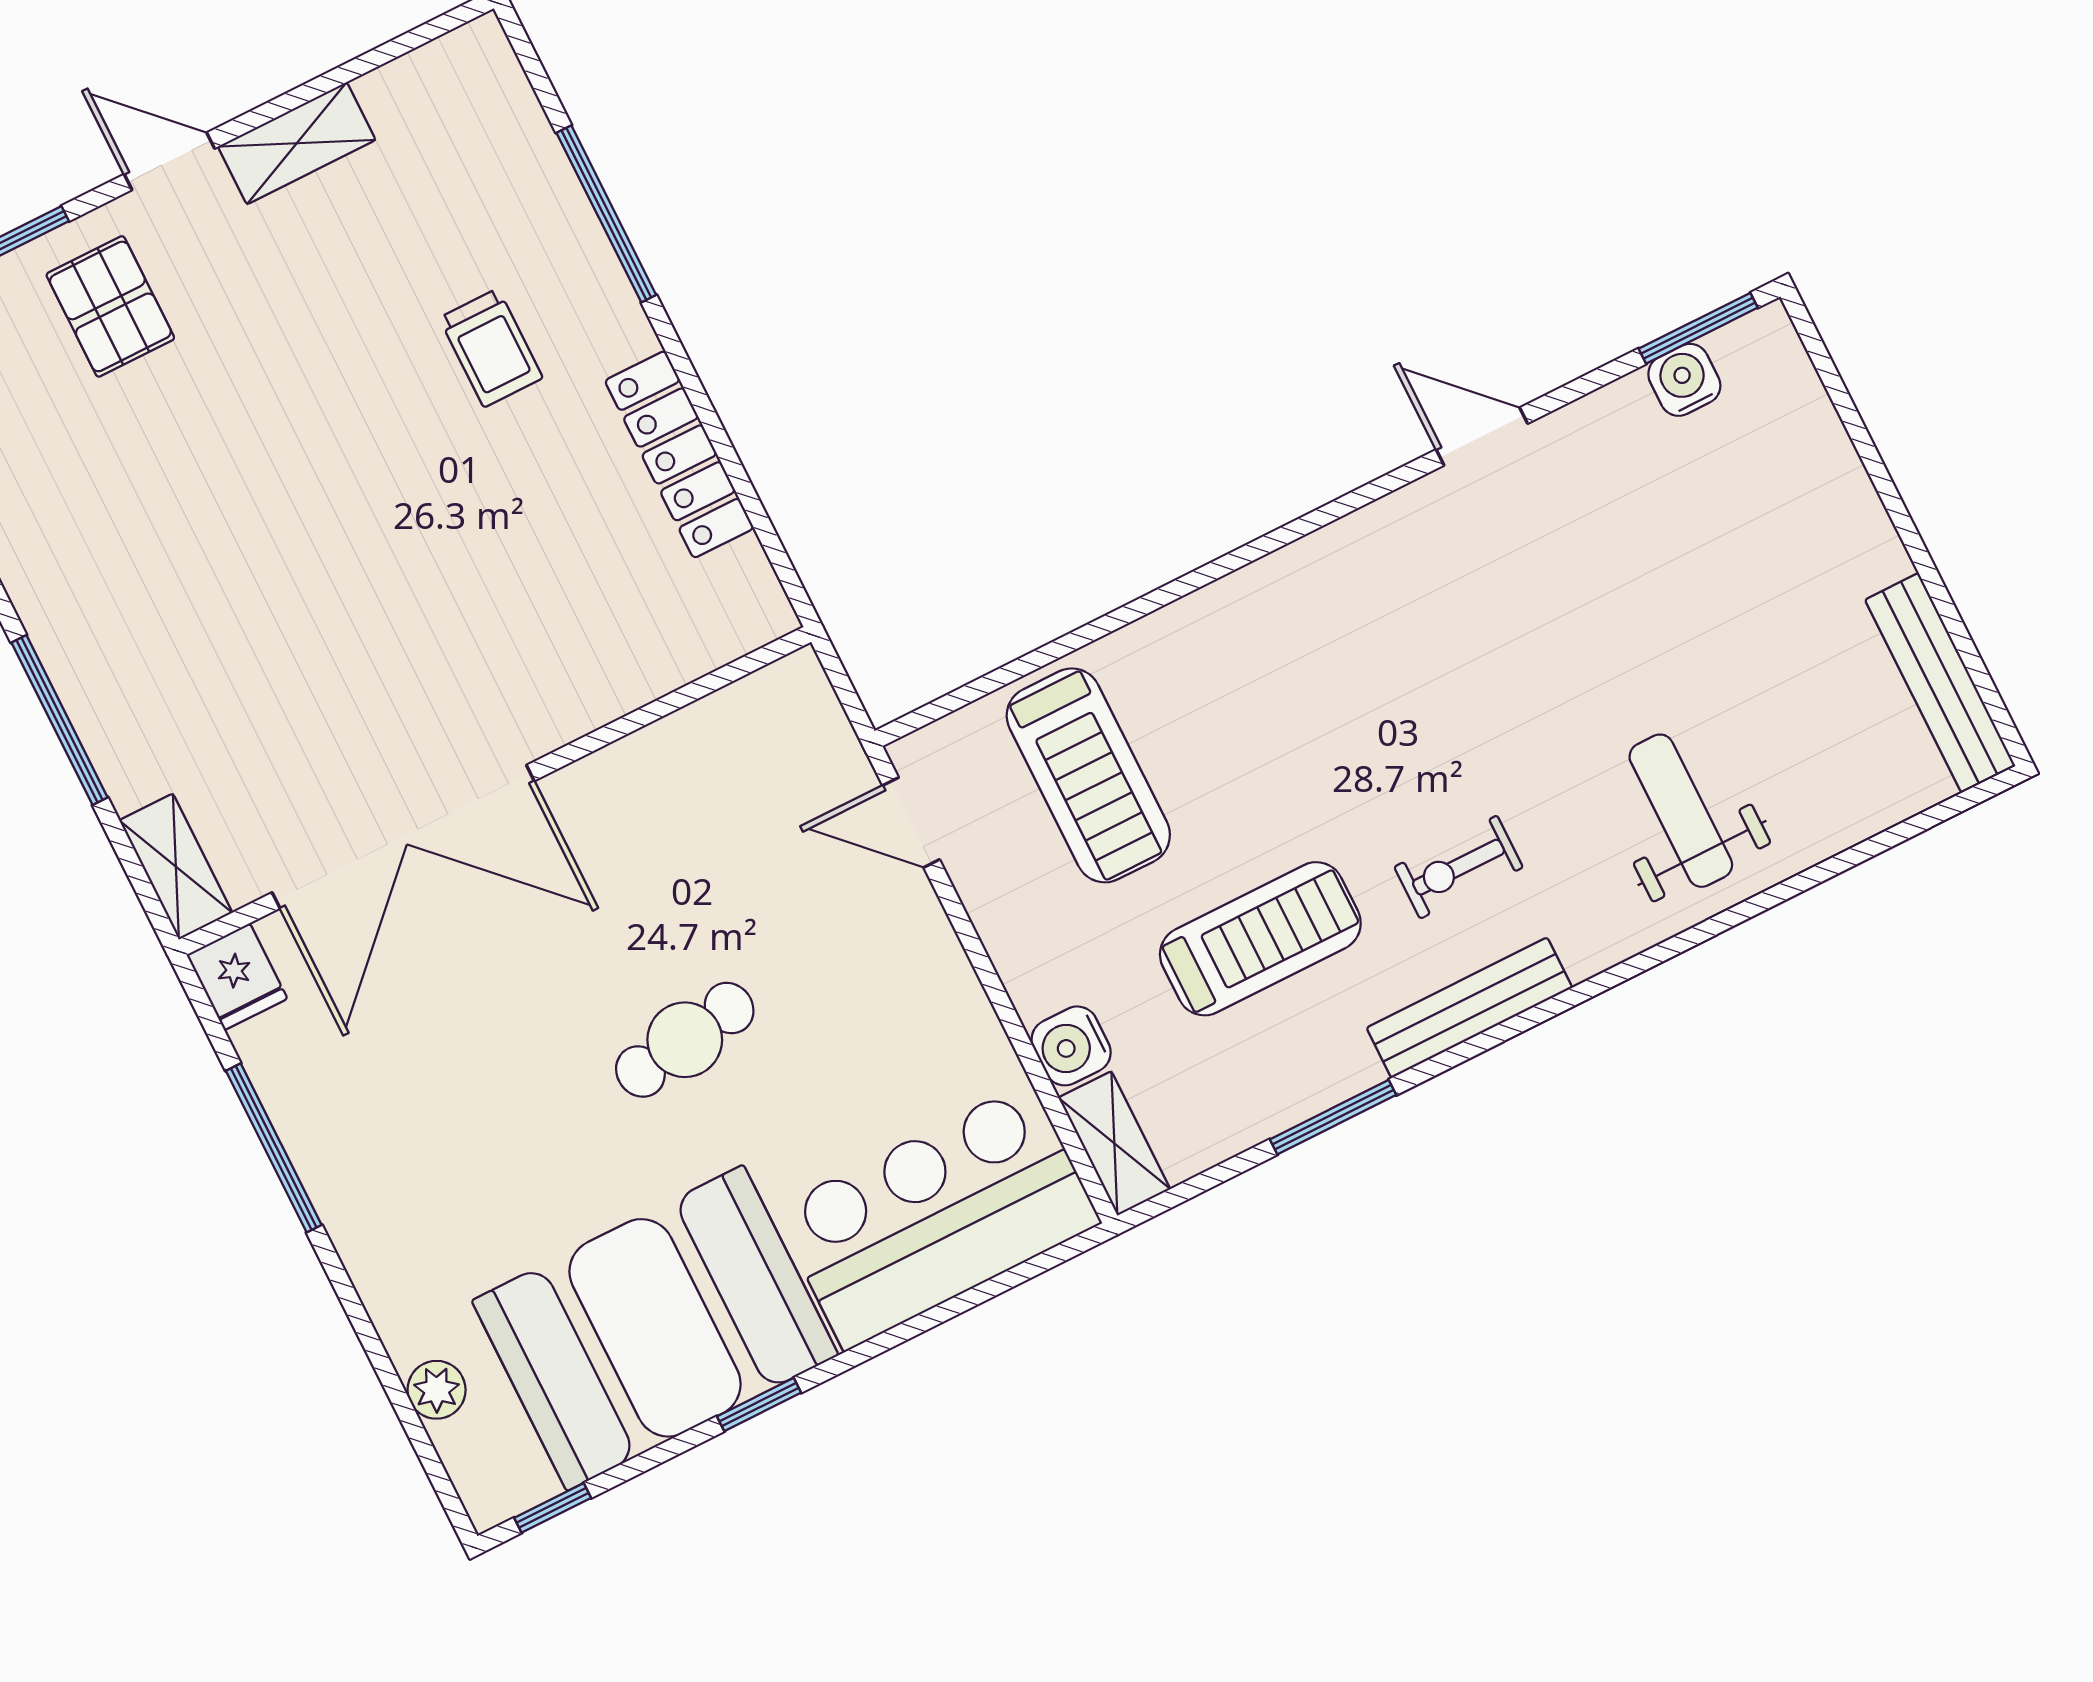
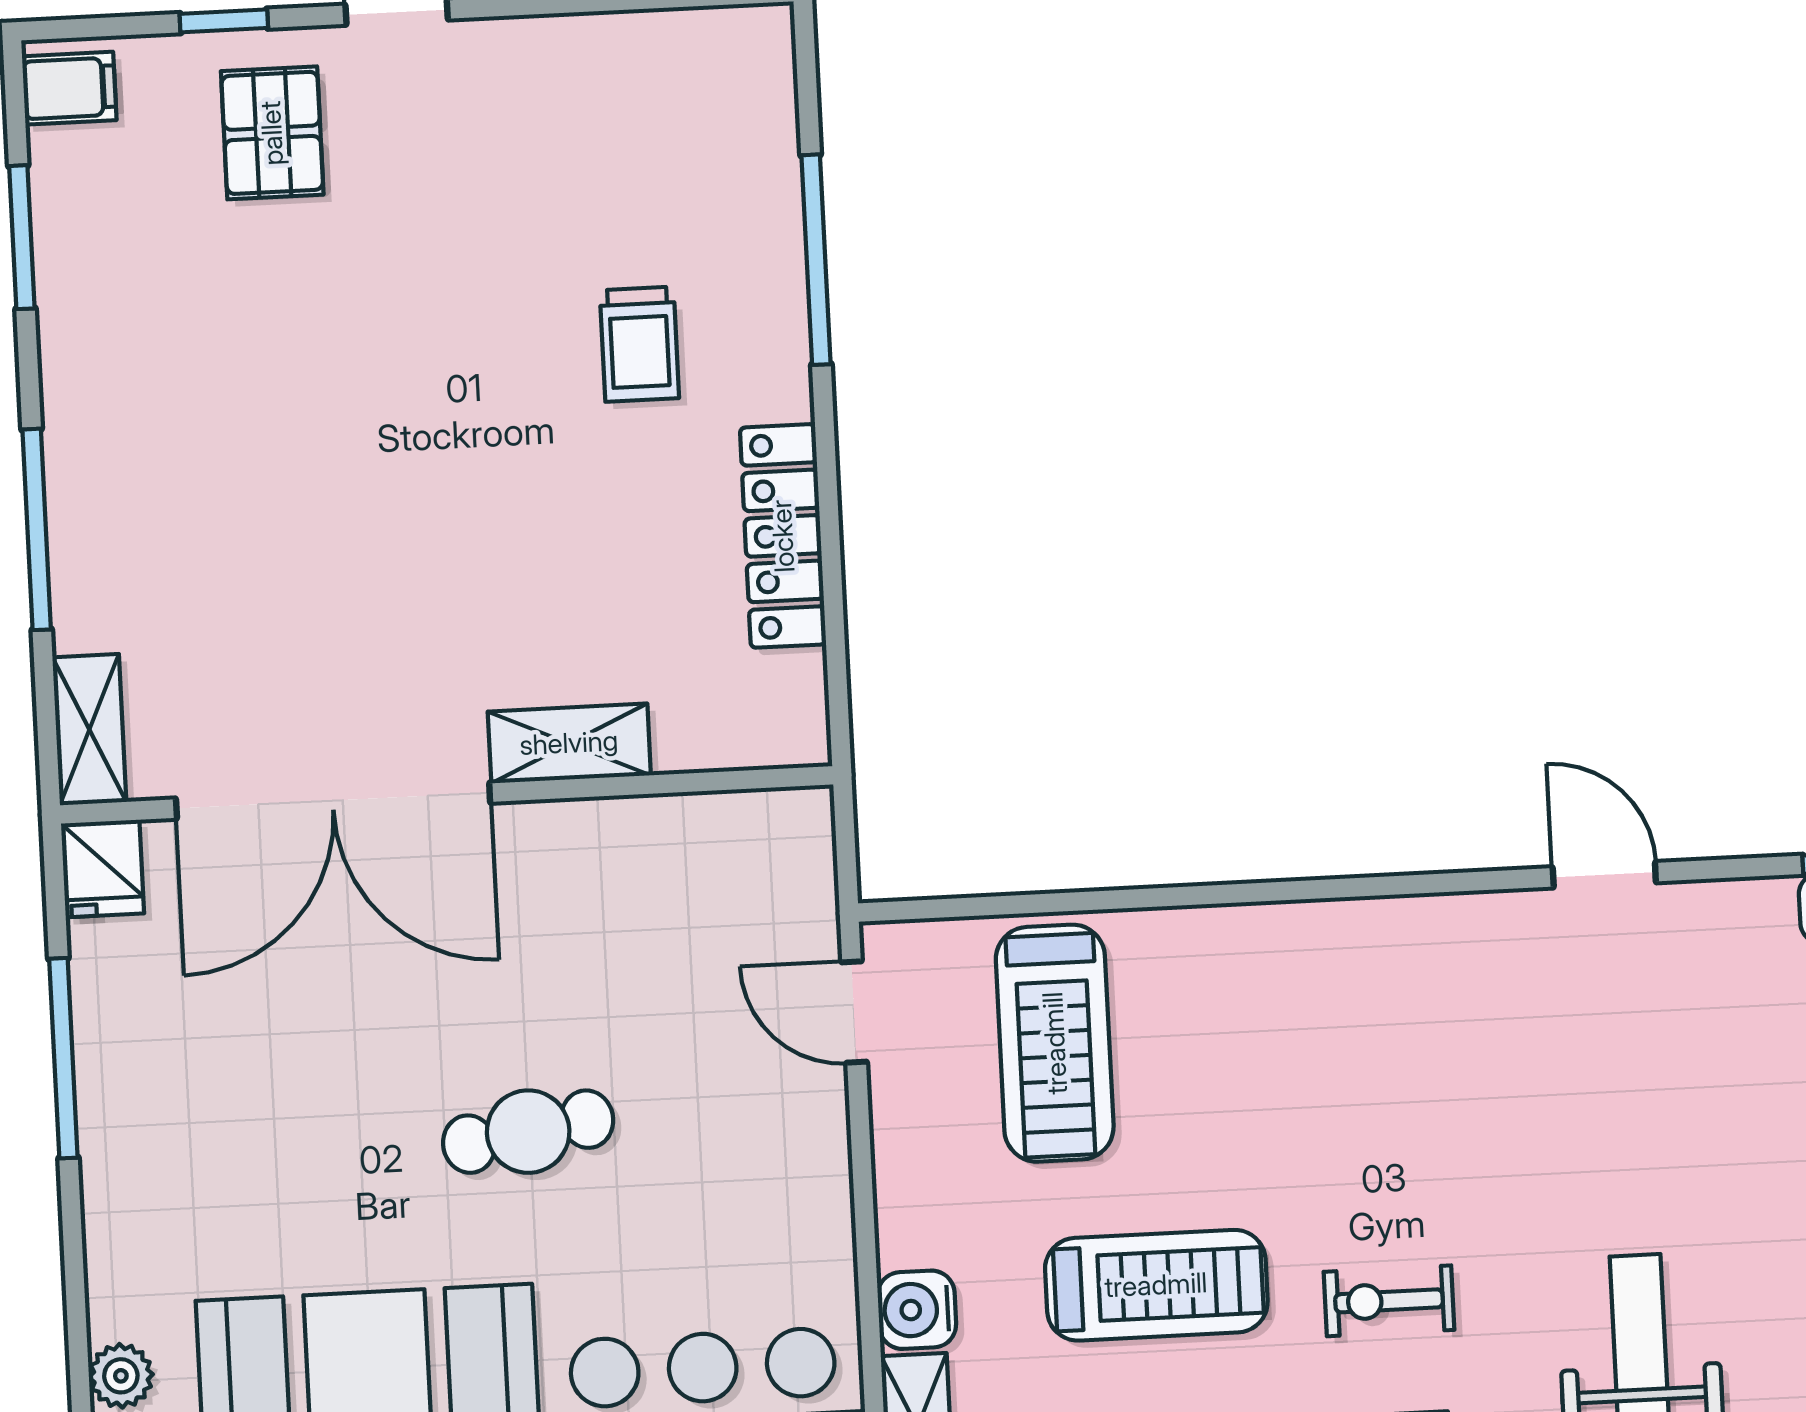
shelving: (297, 143) -> (569, 743), moved

